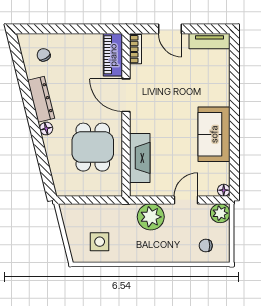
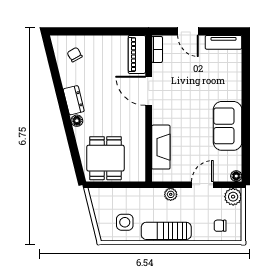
dresser: (41, 99) -> (74, 100), width x0.70
dining table: (93, 147) -> (105, 158), moved
plant: (151, 217) -> (171, 194), width x0.53, depth x0.53
sun lounger: (146, 251) -> (166, 231), added

